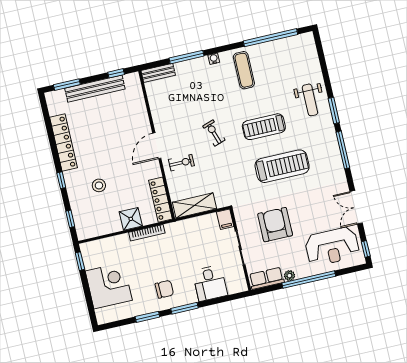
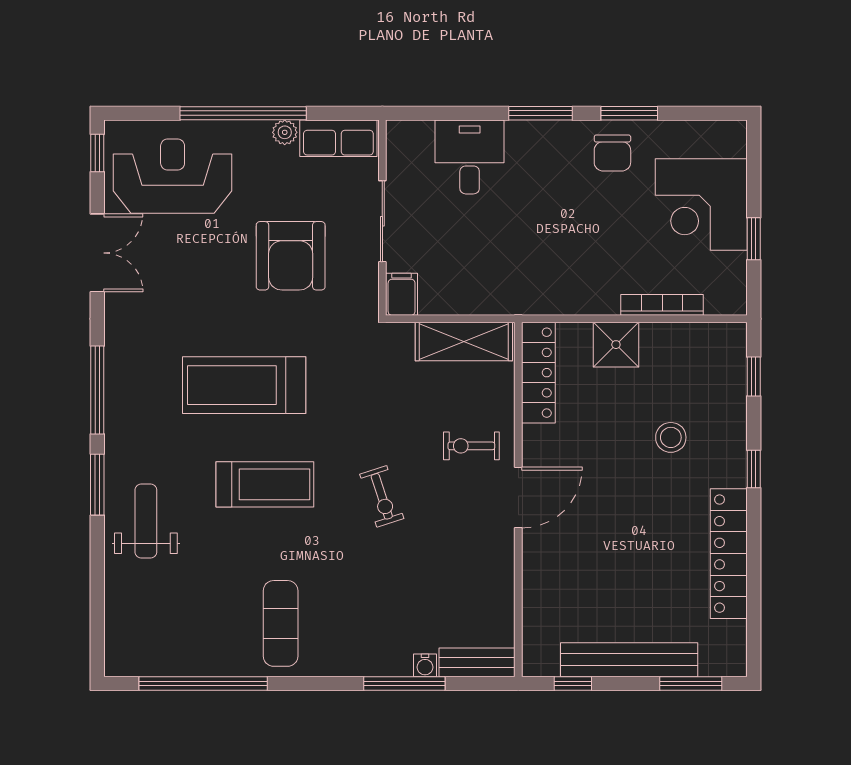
water cooler: (214, 59) -> (425, 665), moved
bookcase: (147, 233) -> (662, 305), moved
window: (80, 261) -> (754, 239), moved
chair: (164, 289) -> (612, 153), moved, turned -90

